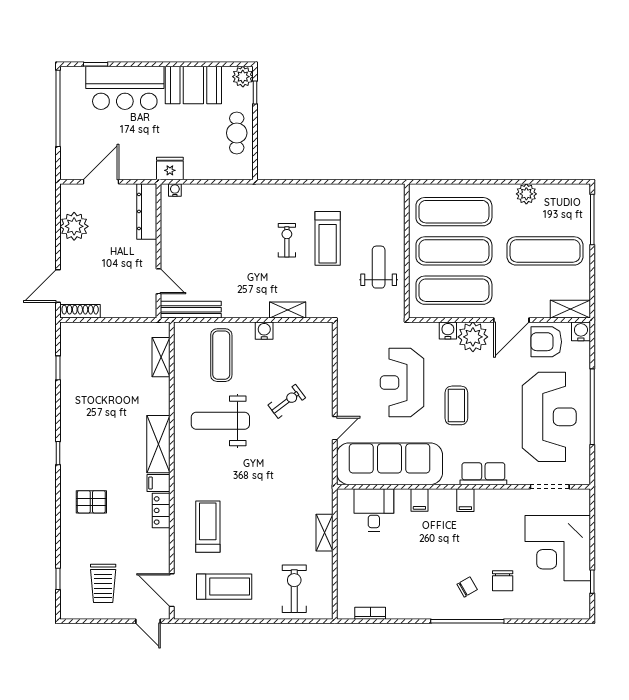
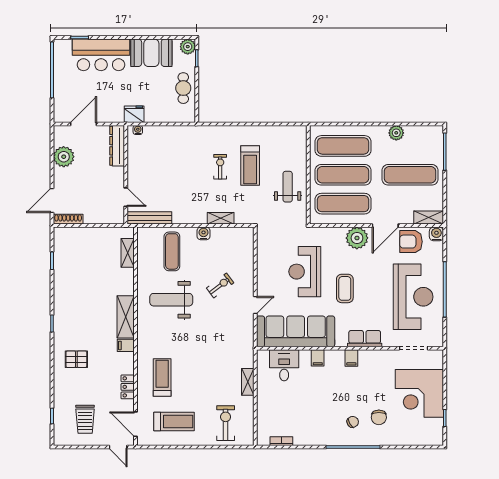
water cooler: (448, 331) -> (339, 233), removed
locker: (161, 510) -> (128, 387), moved

